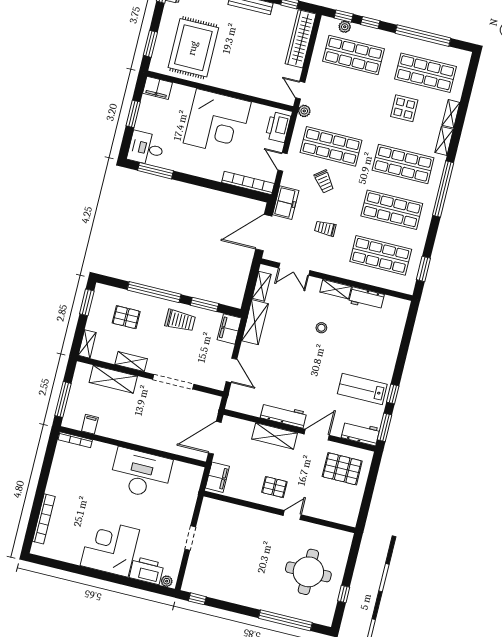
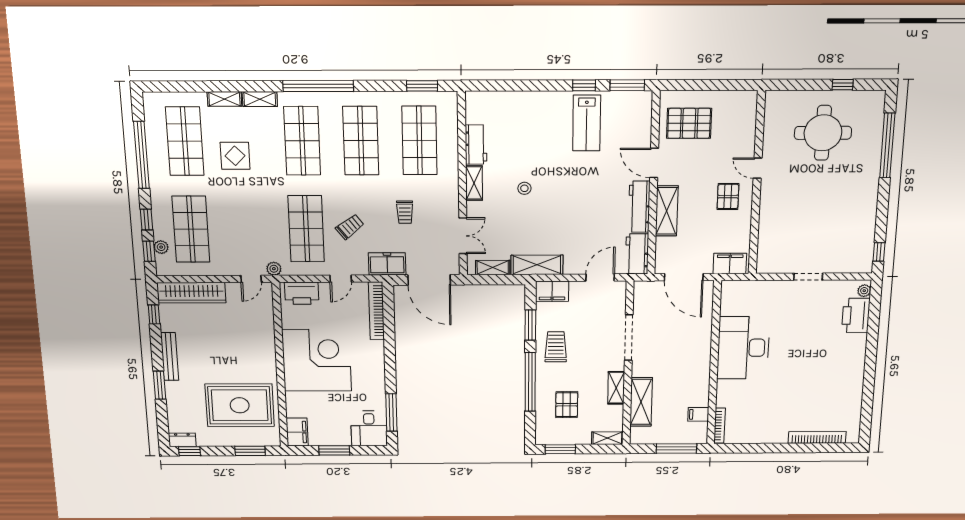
workbench: (361, 433) -> (637, 254), moved
pallet: (342, 469) -> (689, 123), turned 90
corner desk: (110, 548) -> (836, 361), removed

